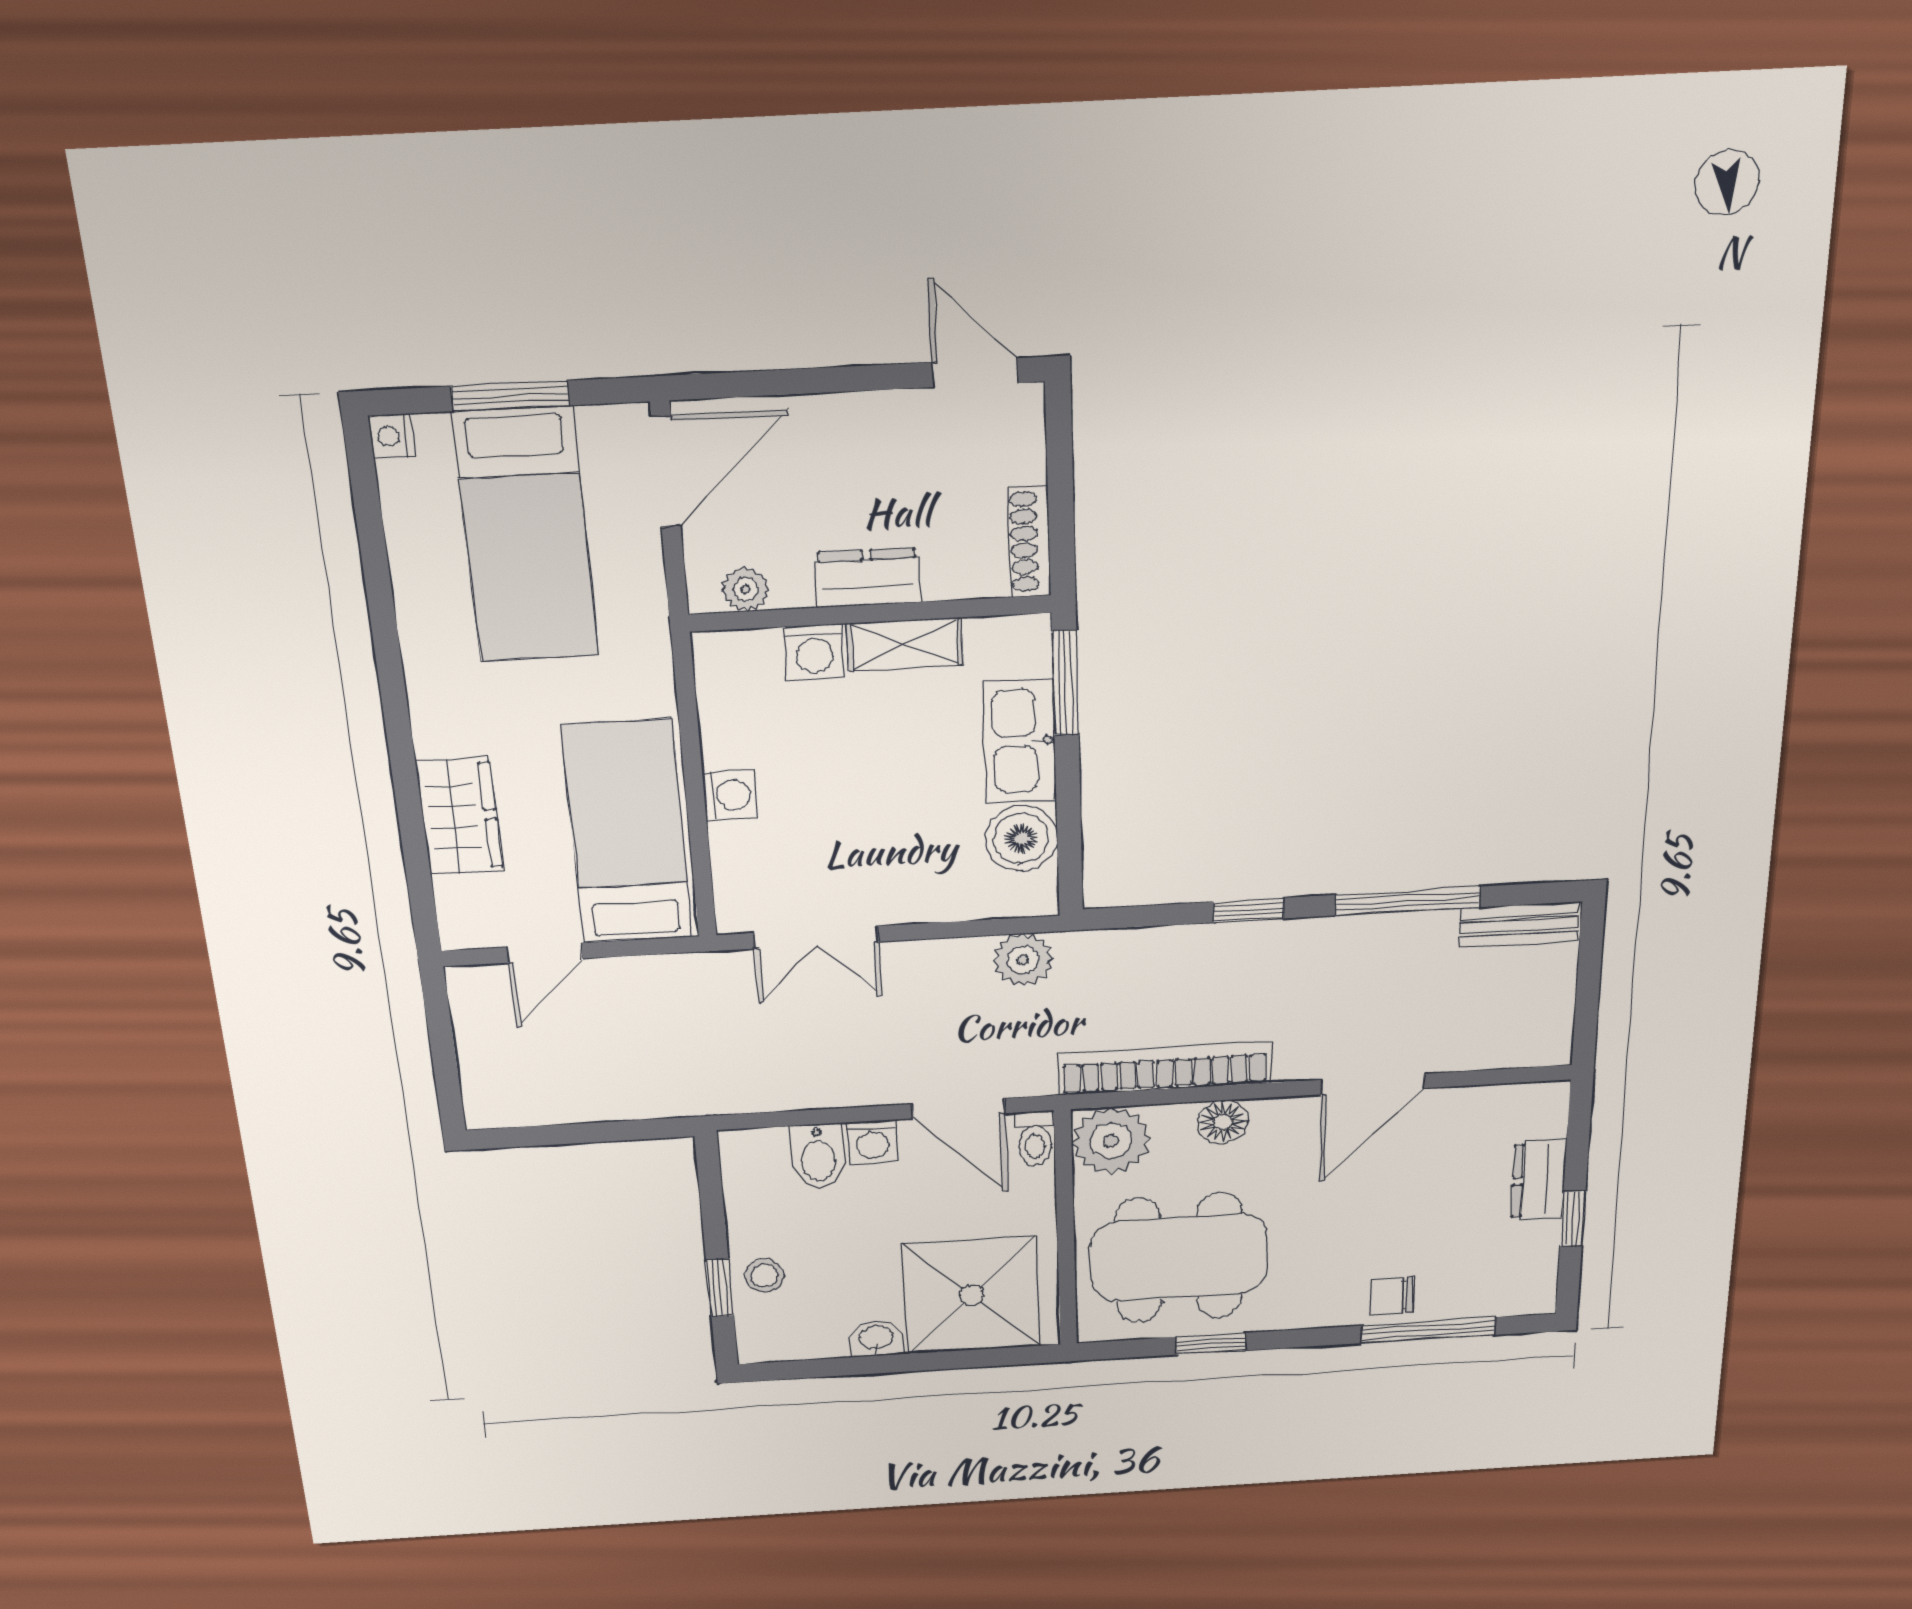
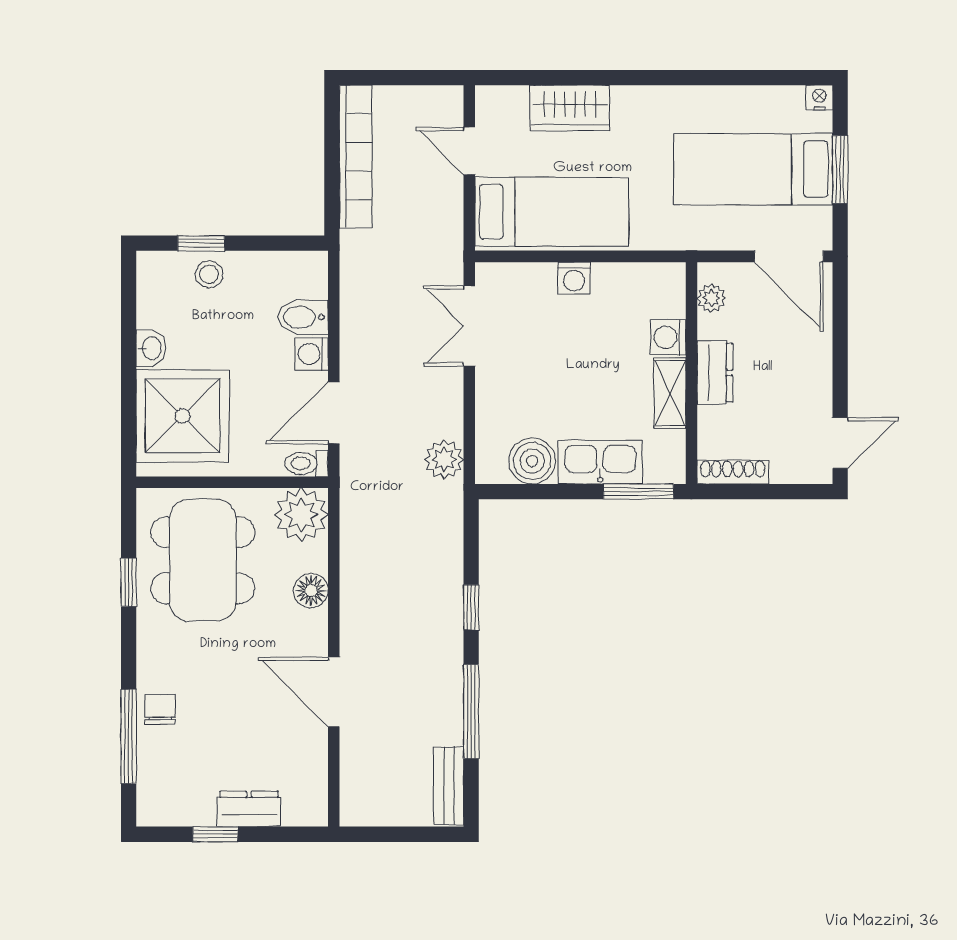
bookcase: (1165, 1068) -> (356, 157), moved

